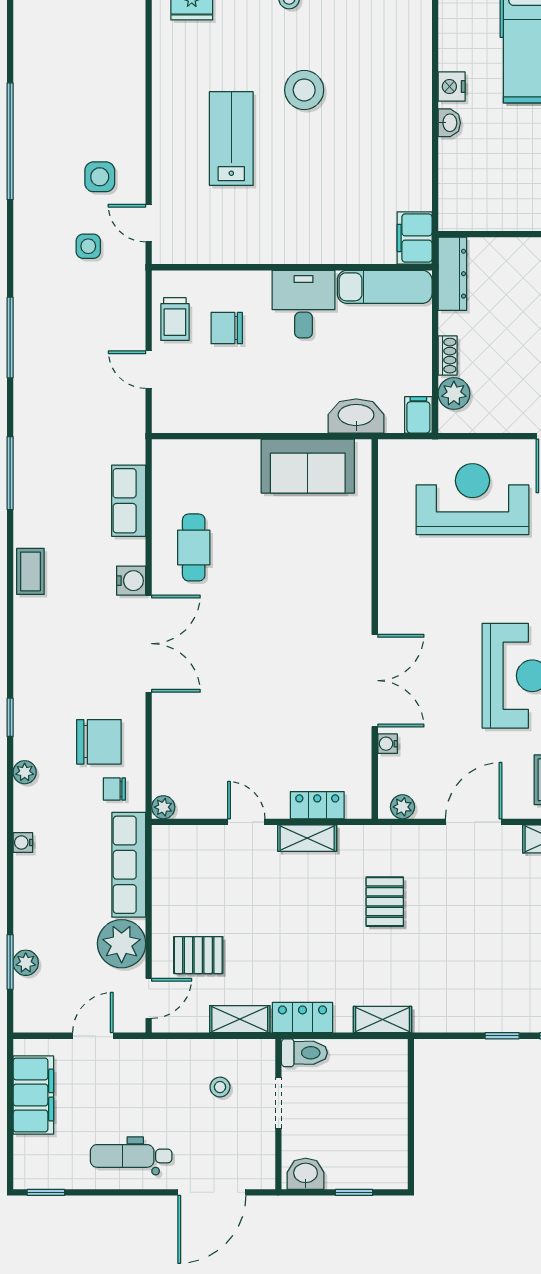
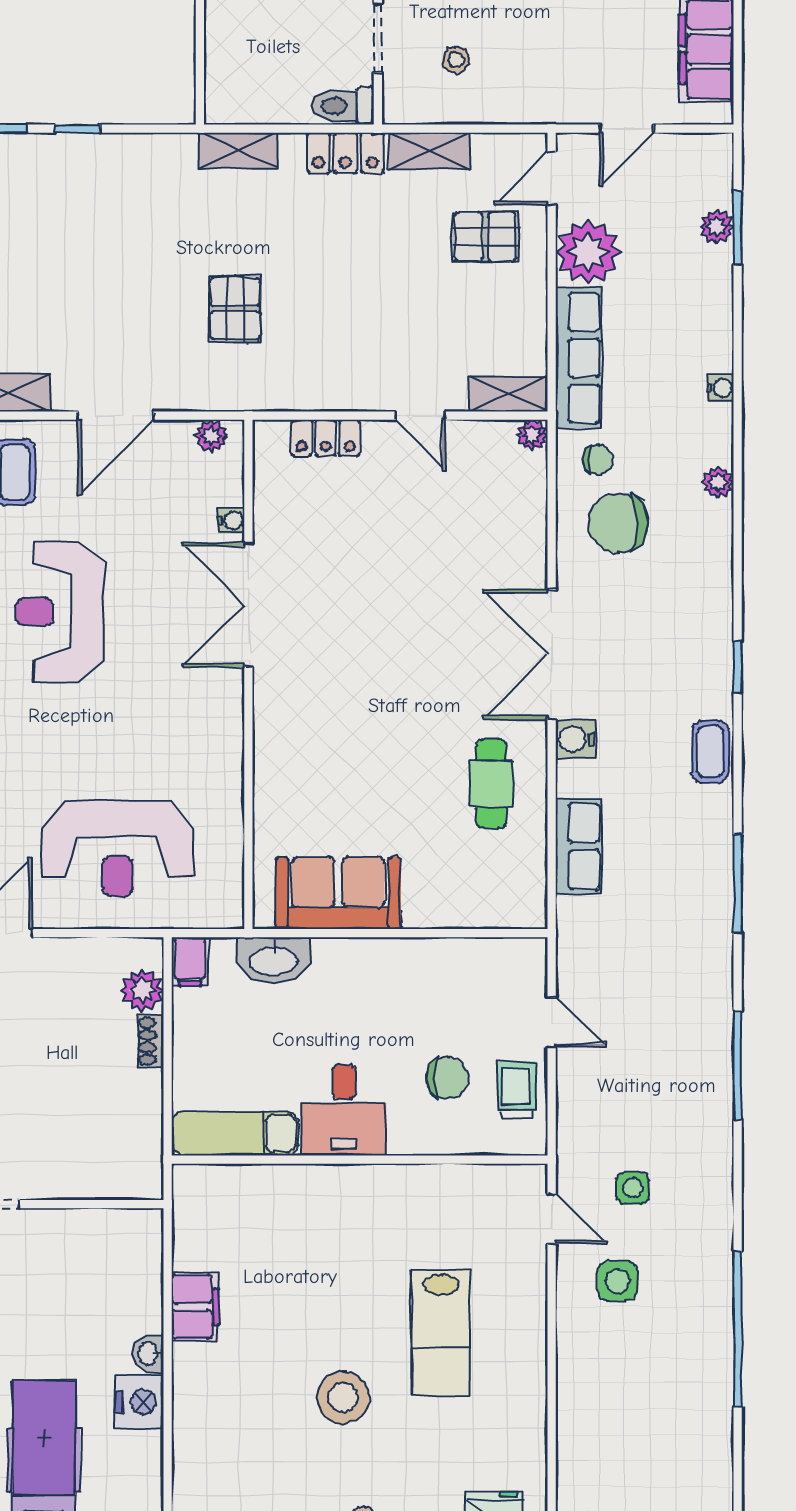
nightstand: (452, 87) -> (139, 1402), width x1.36, depth x1.33
filing cabinet: (415, 238) -> (195, 1307), moved
dresser: (452, 274) -> (144, 1151), removed
window: (10, 717) -> (738, 667), moved
shelving: (307, 838) -> (508, 394), moved

